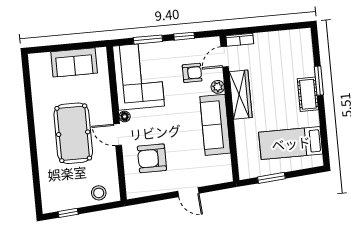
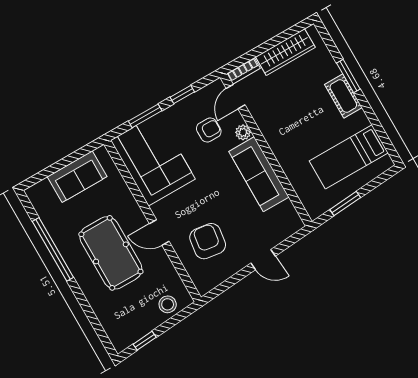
wardrobe: (241, 95) -> (285, 52), moved, turned 90
window: (30, 110) -> (53, 249), added
floor lamp: (125, 117) -> (158, 210), removed
armchair: (152, 158) -> (208, 241), turned 98

